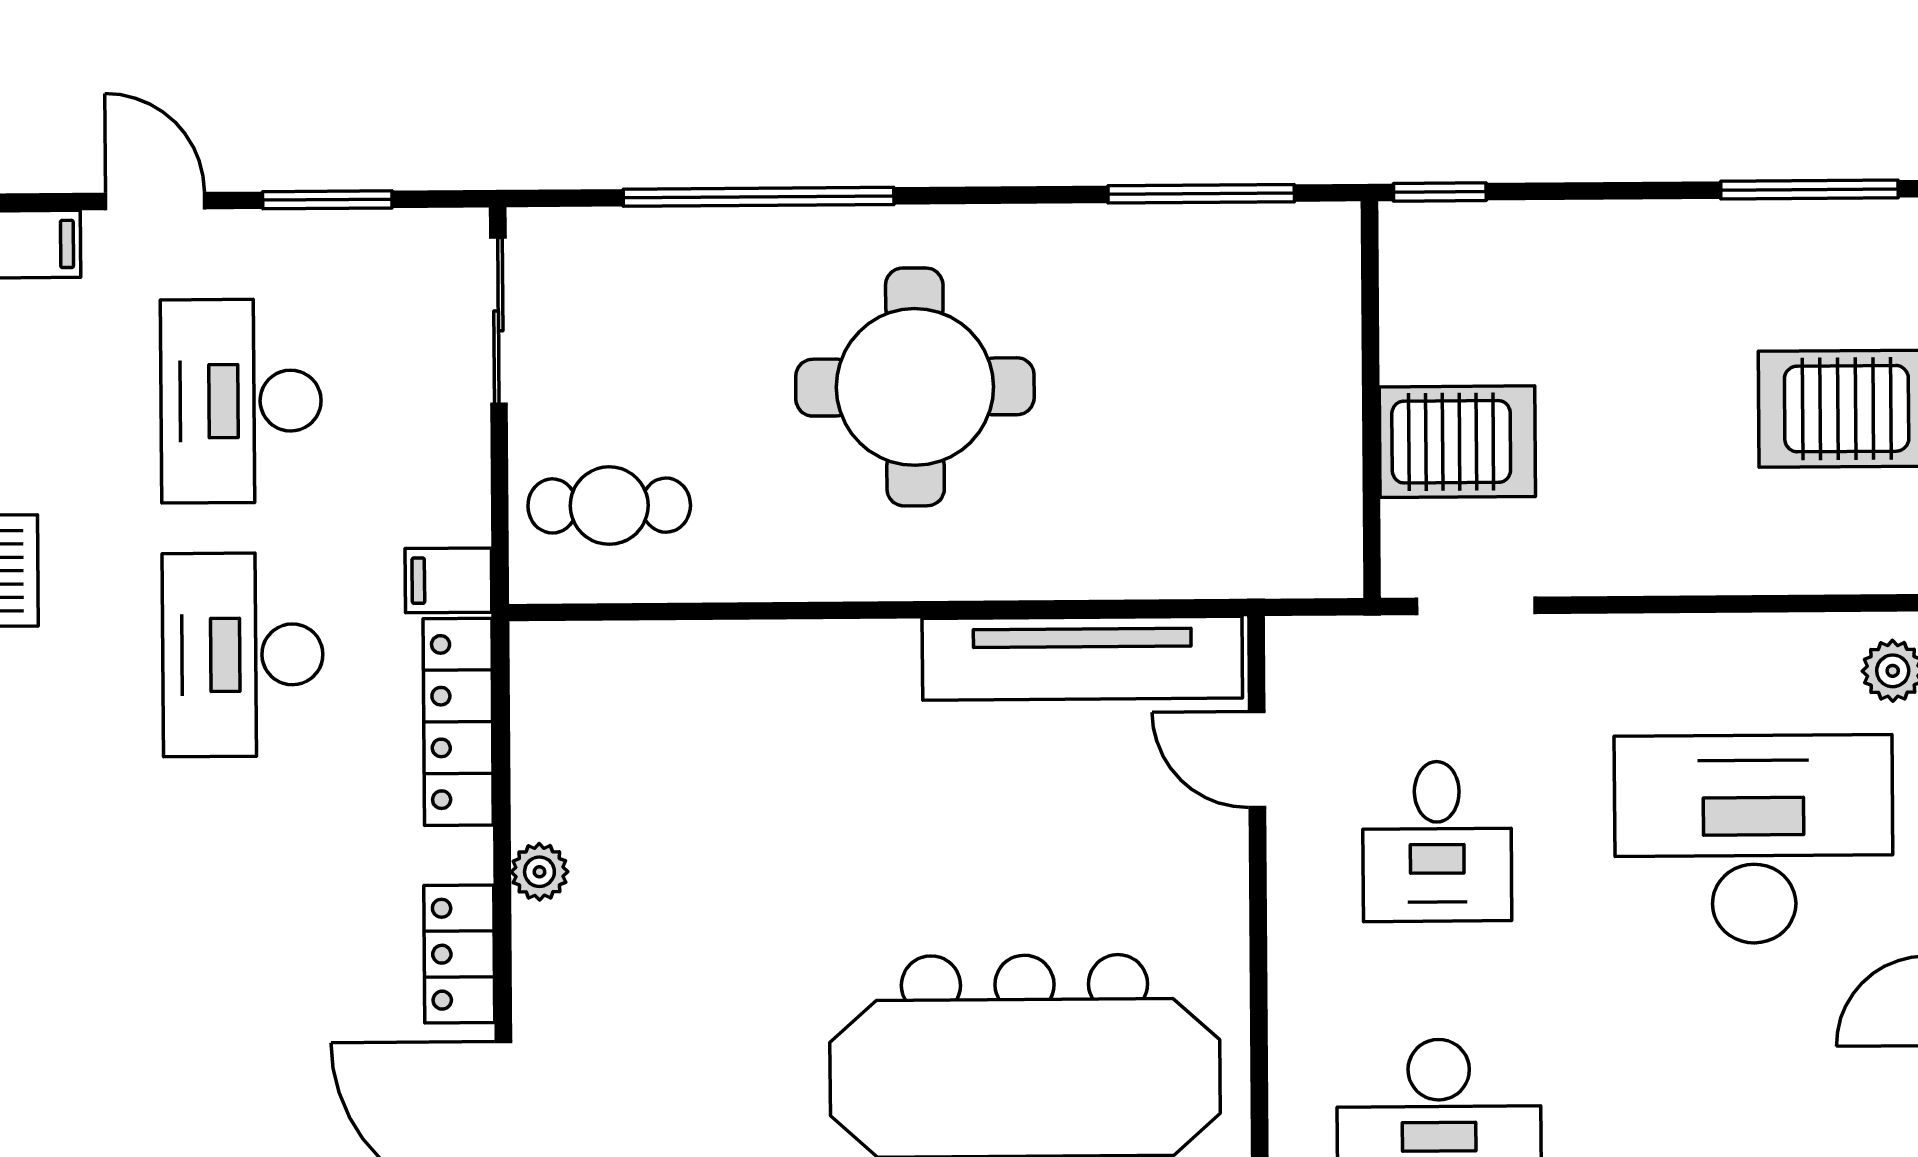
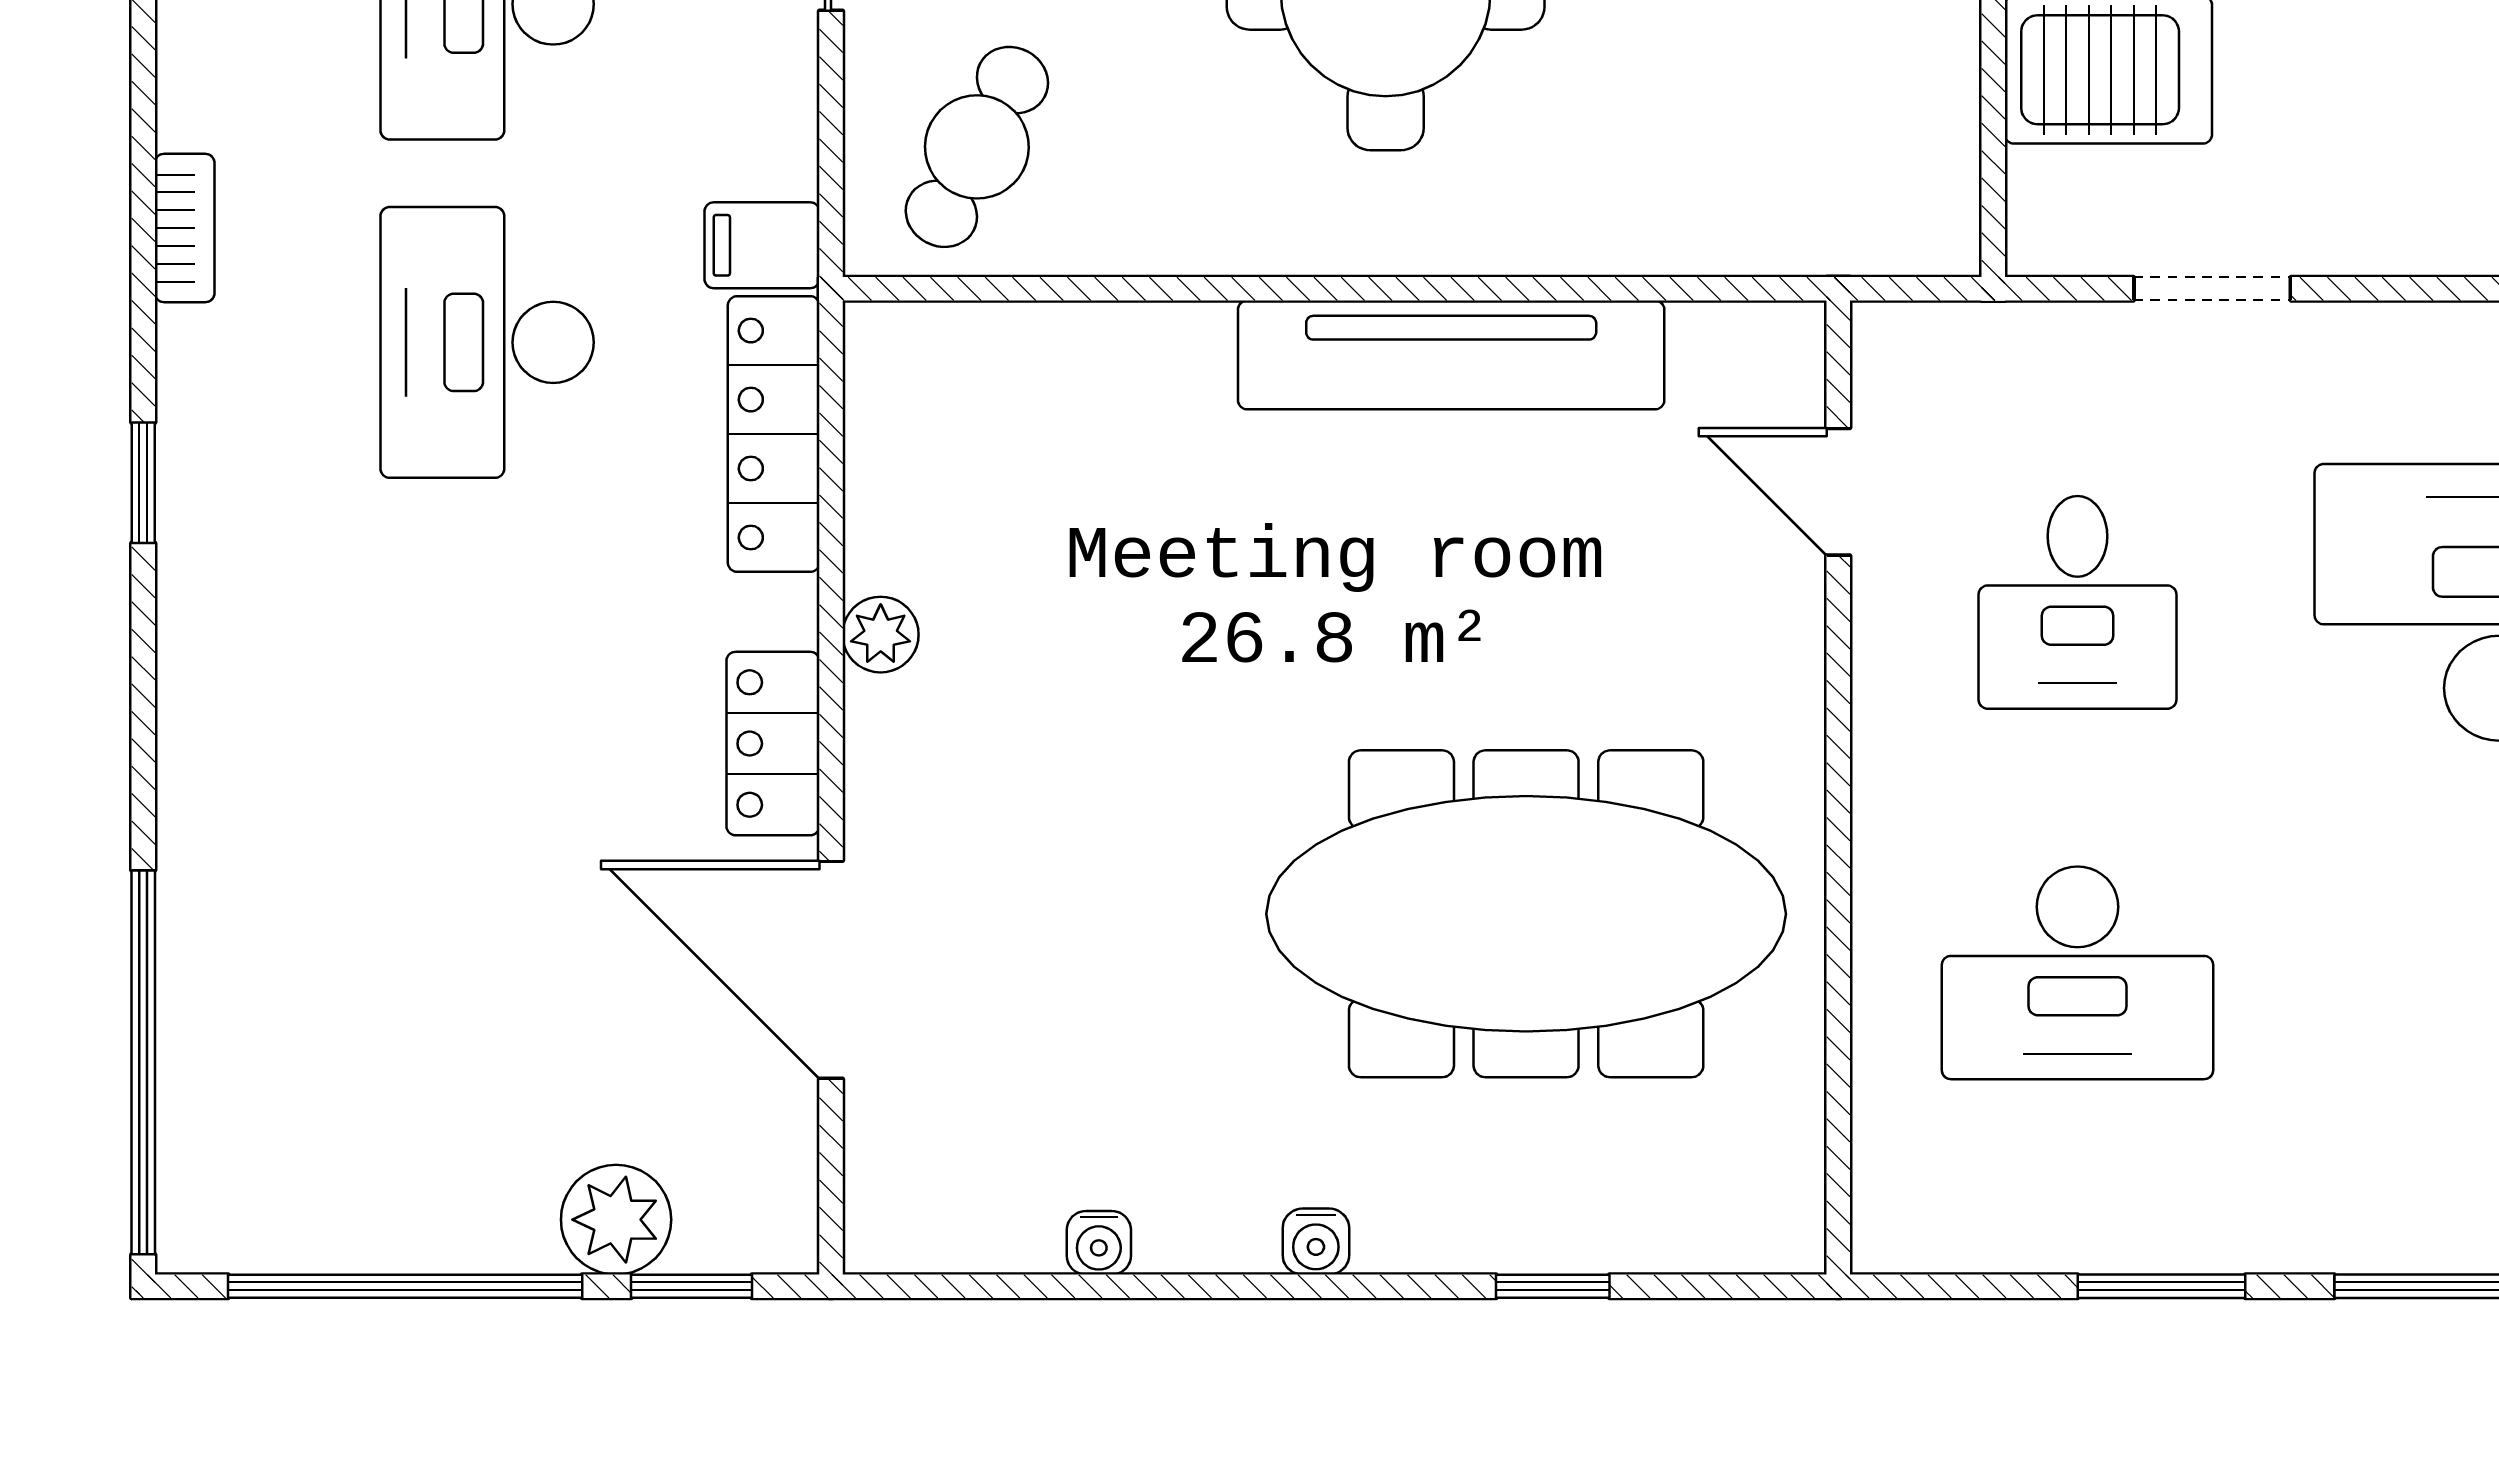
cafe table: (609, 506) -> (977, 147), turned -62
doorway: (1476, 606) -> (2212, 289), moved
tv unit: (1082, 658) -> (1451, 355), moved

